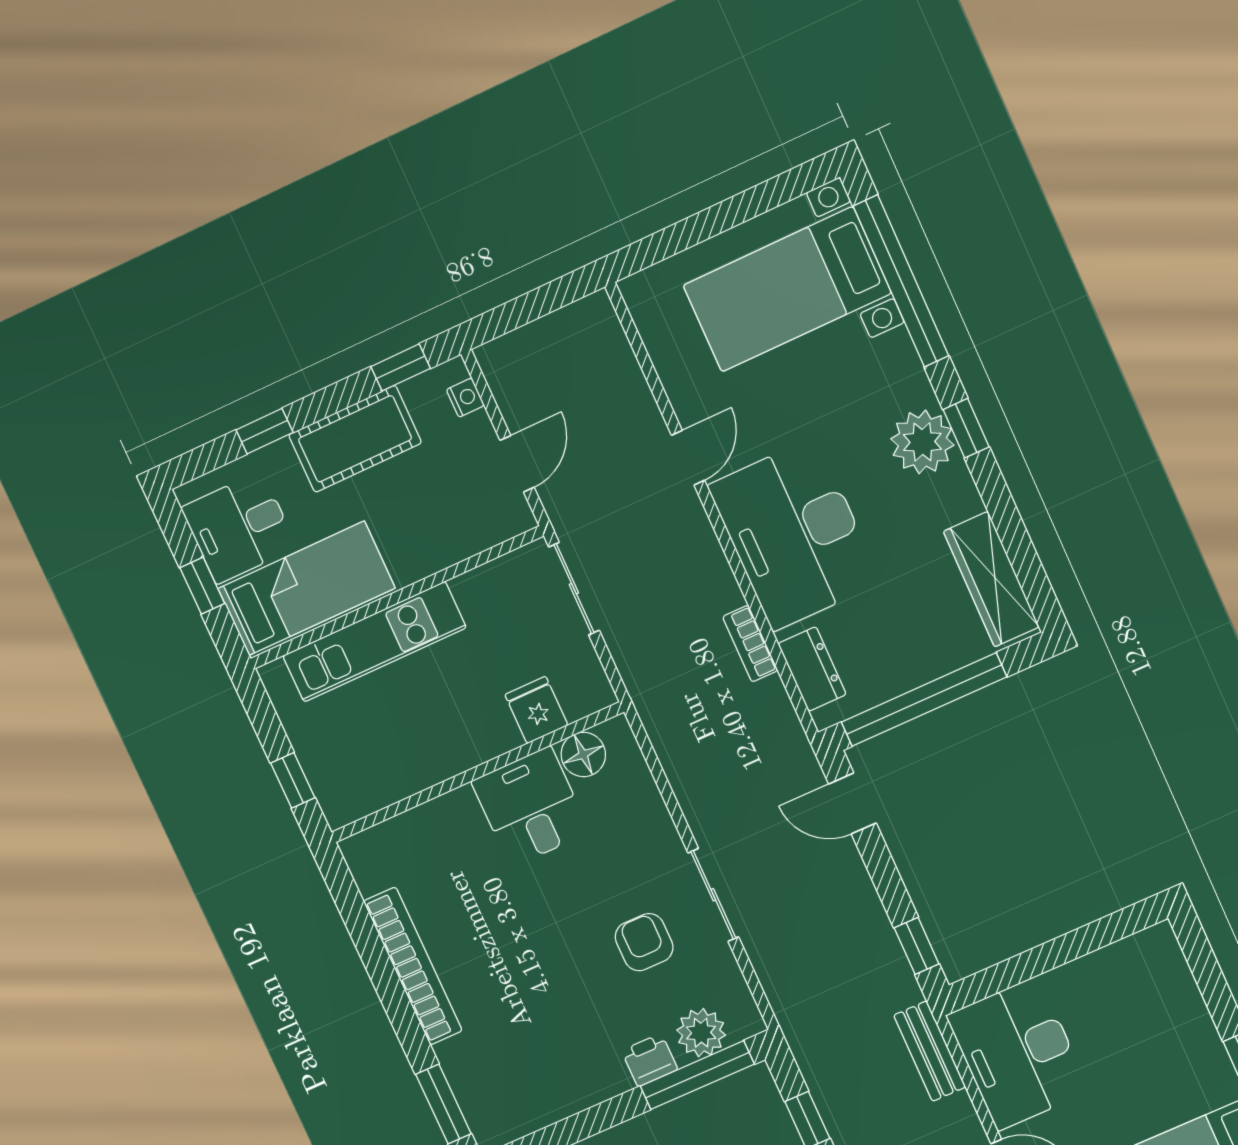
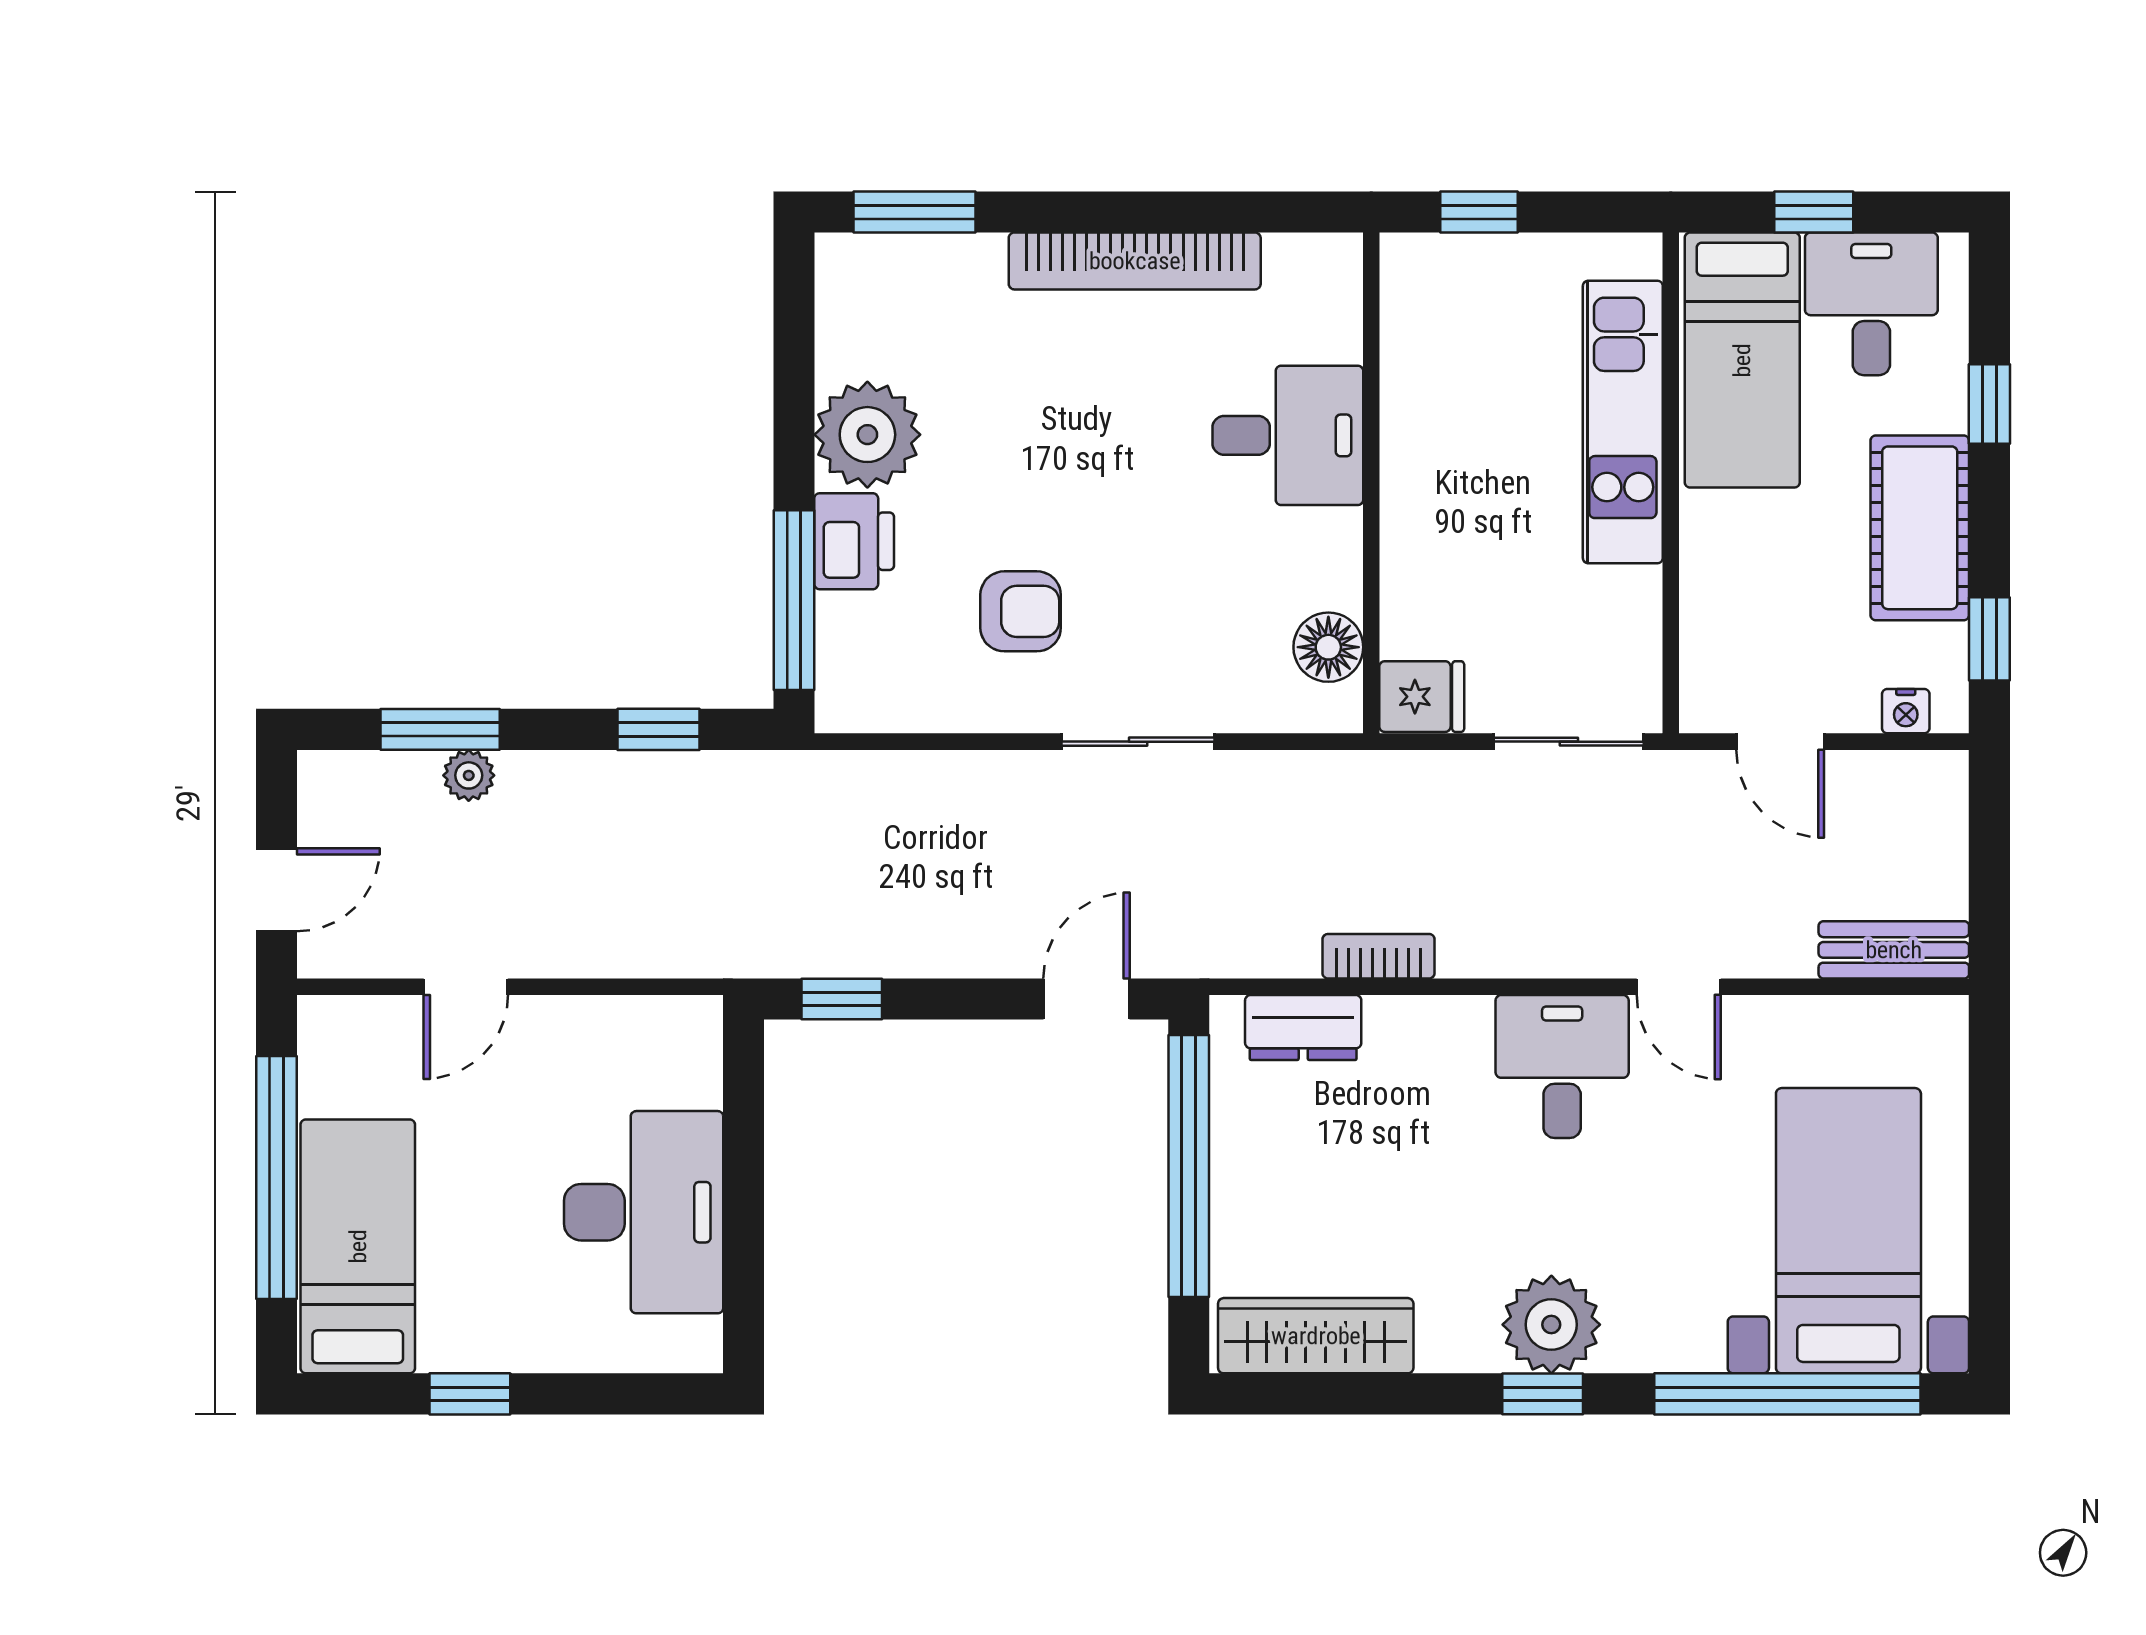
desk: (794, 534) -> (1562, 1067), width x0.53, depth x0.77
fridge: (536, 710) -> (1422, 697), moved
desk: (530, 807) -> (1288, 435), moved
sliding door: (713, 895) -> (1138, 742), moved
plant: (701, 1033) -> (867, 435), moved, width x1.36, depth x1.36
bench: (930, 1051) -> (1894, 950), moved
desk: (1018, 1054) -> (644, 1212), moved, turned 90
printer: (650, 1060) -> (854, 541), width x1.36, depth x1.24

